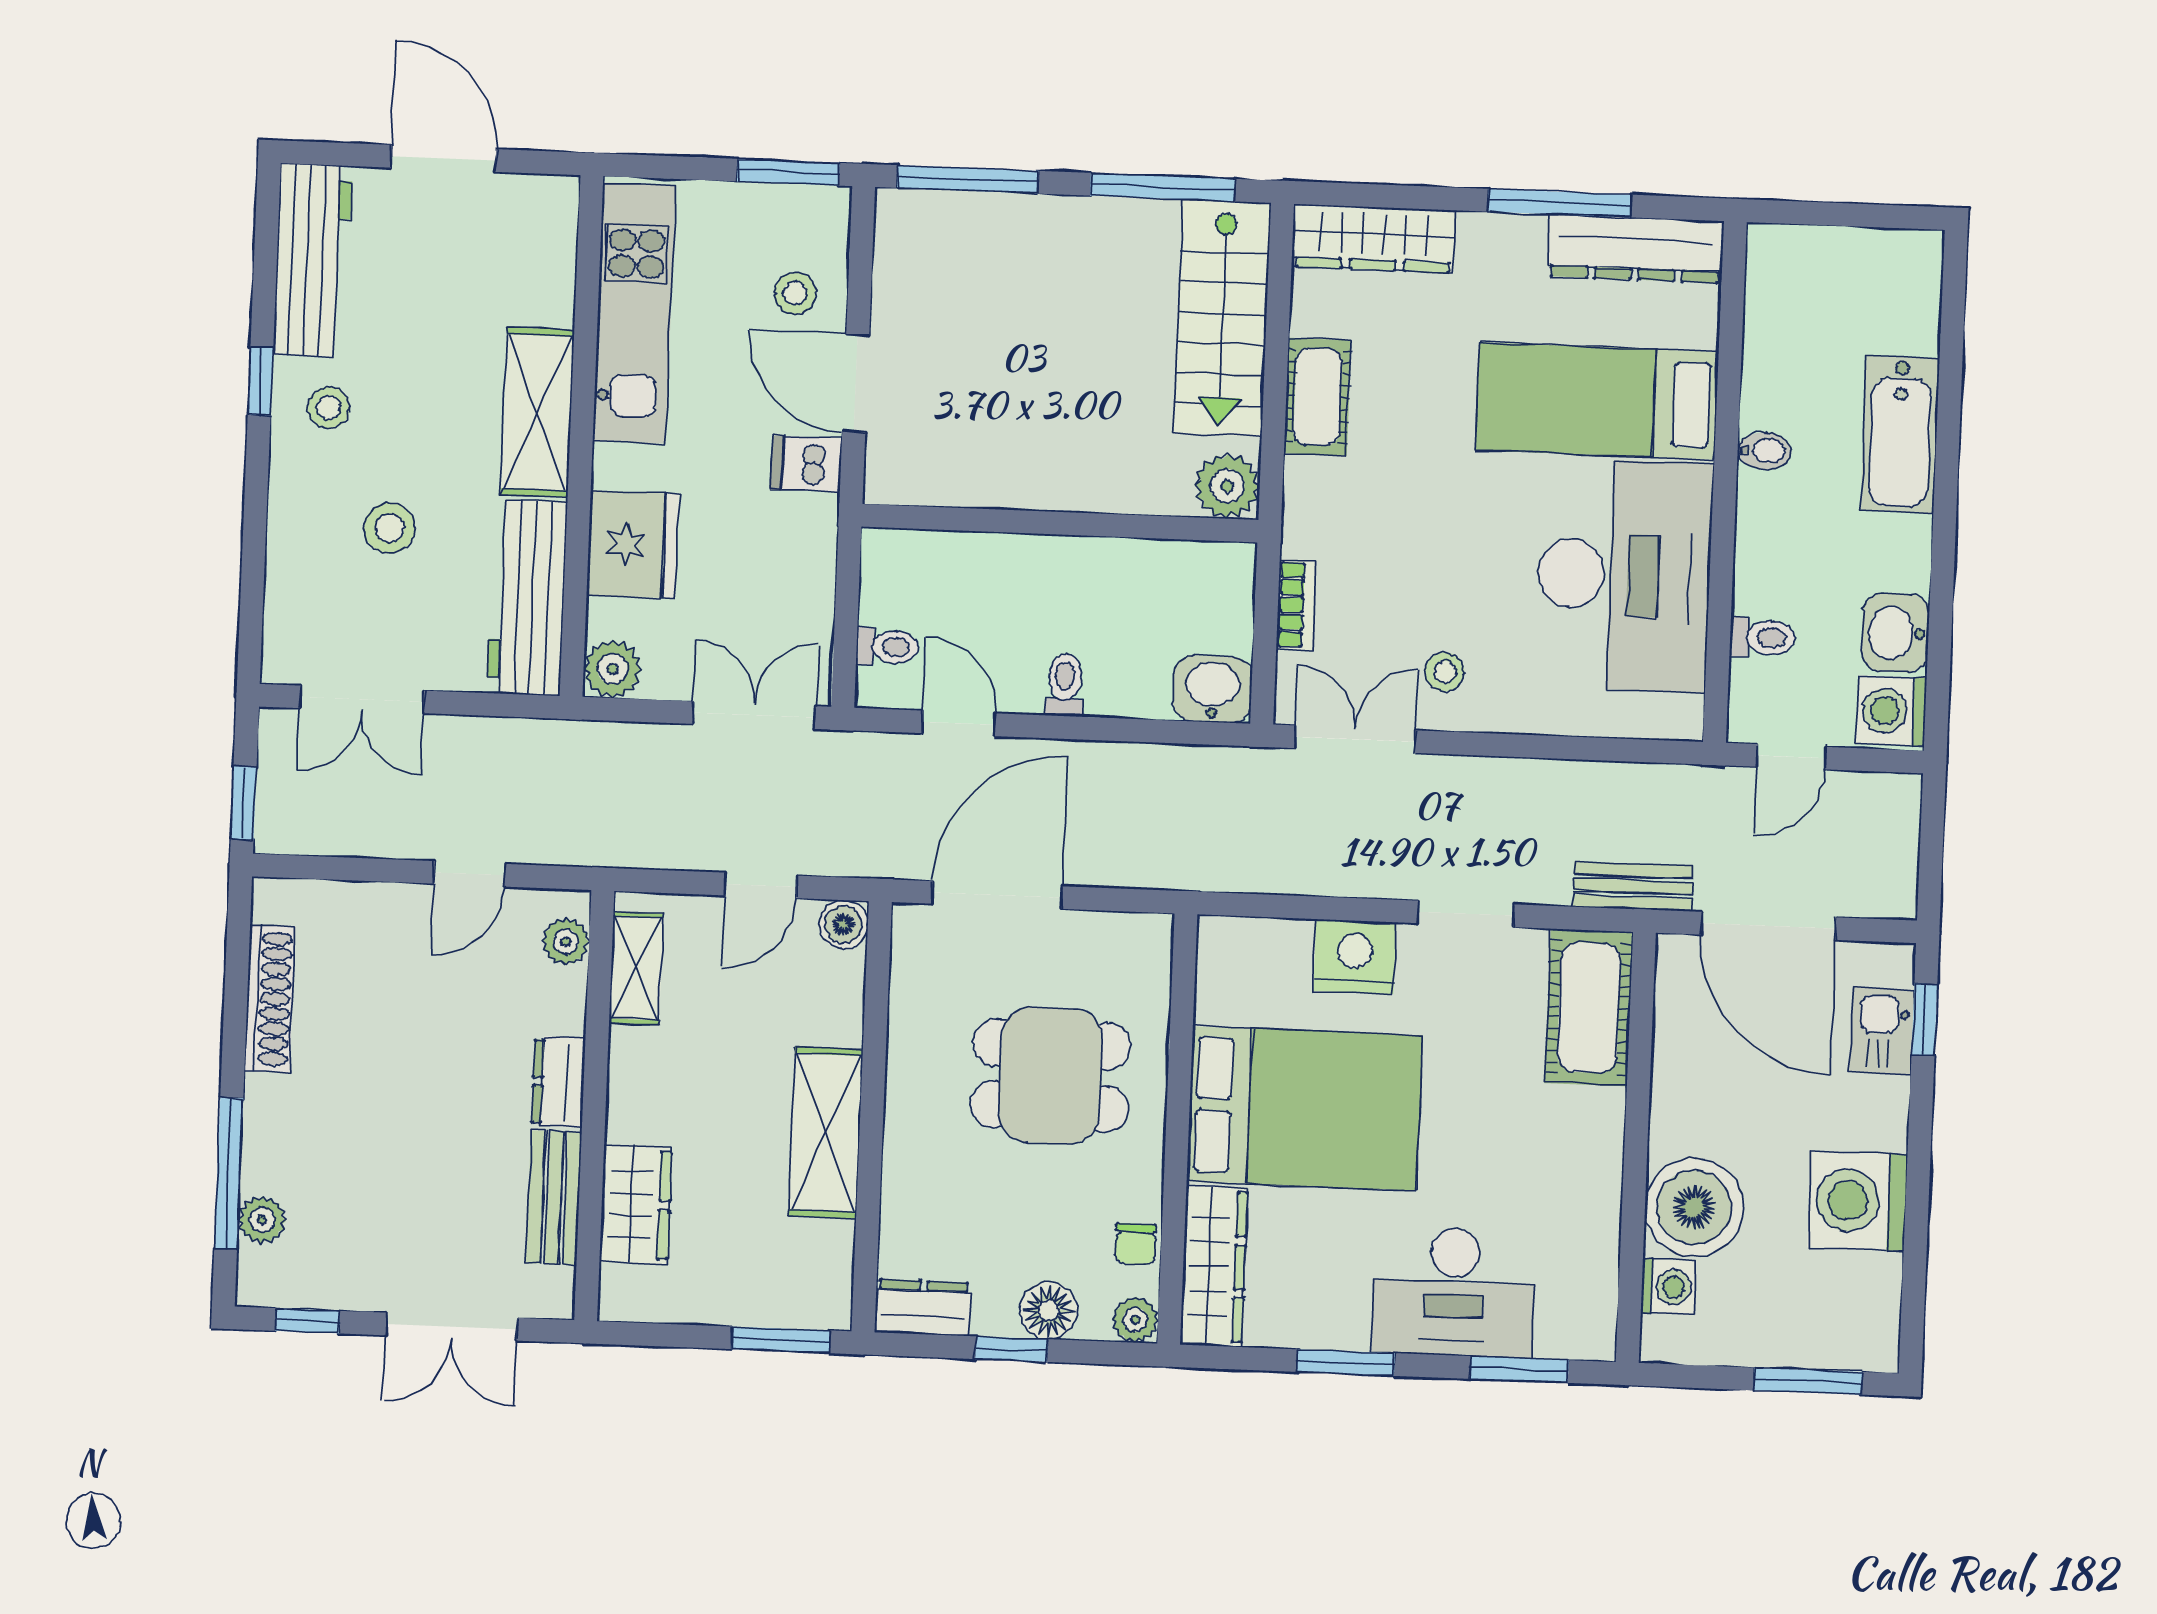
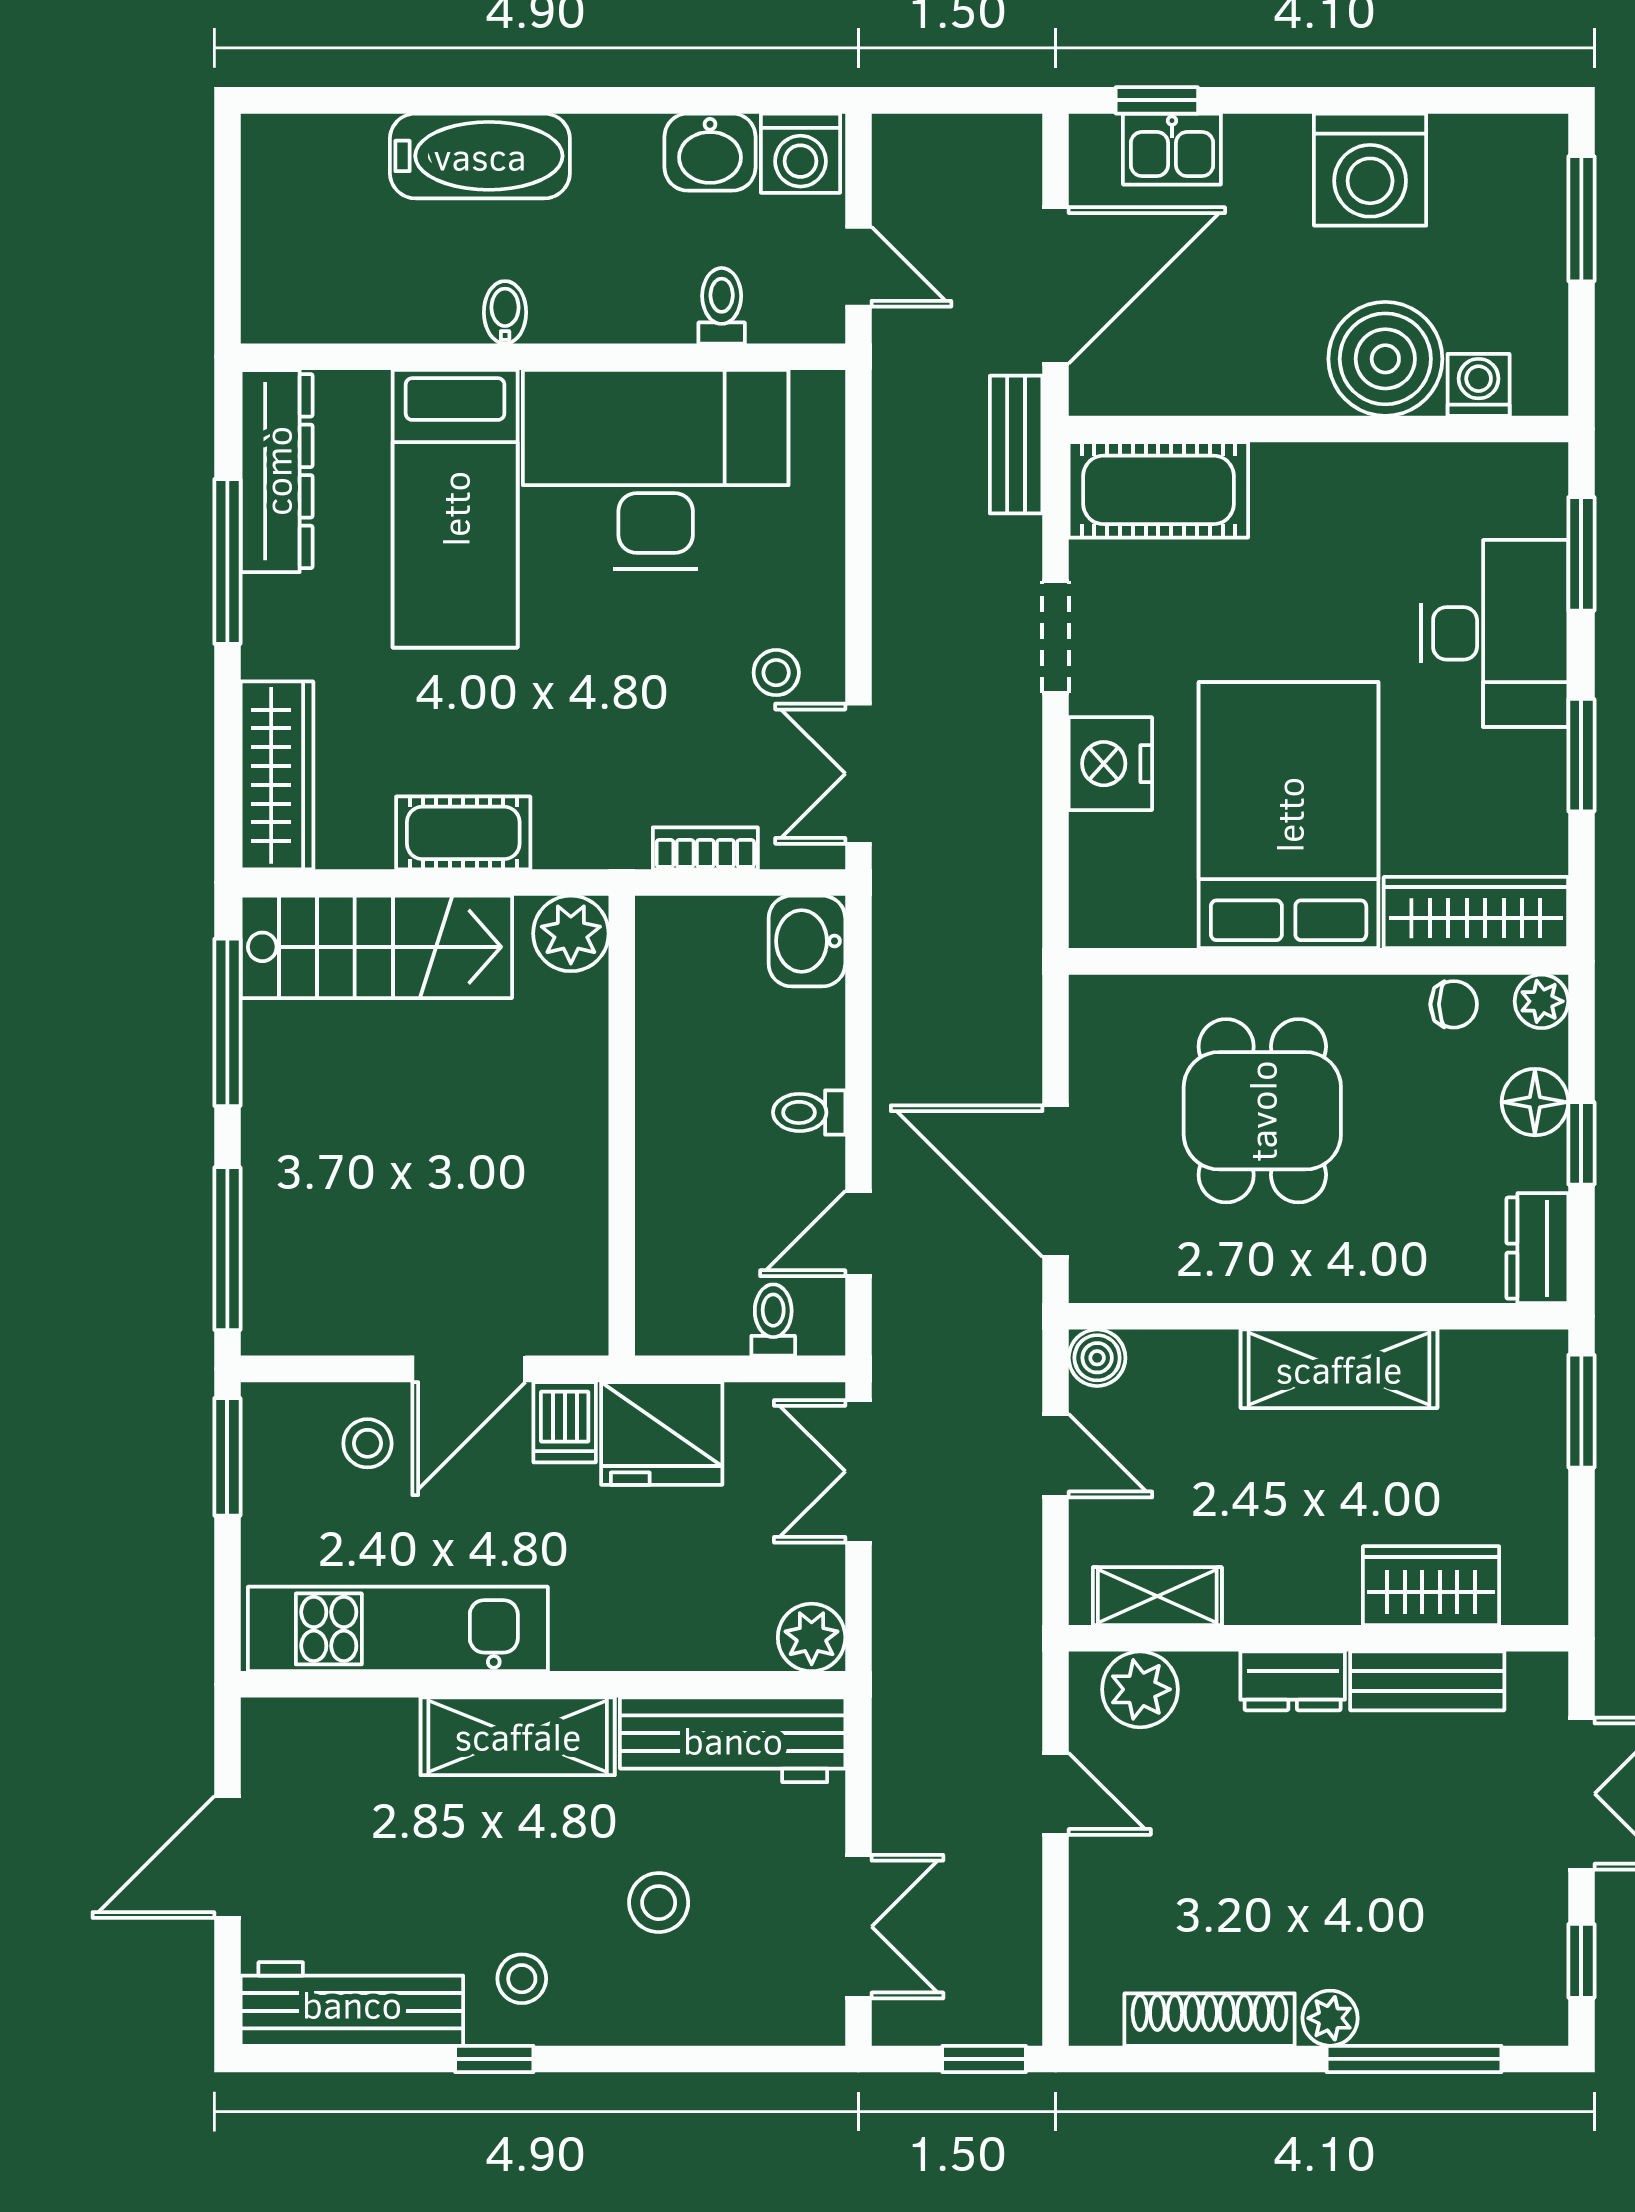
fridge: (633, 544) -> (662, 1433), moved, turned 180
plant: (566, 942) -> (1140, 1689), width x1.38, depth x1.38
plant: (262, 1220) -> (1330, 2018), moved

